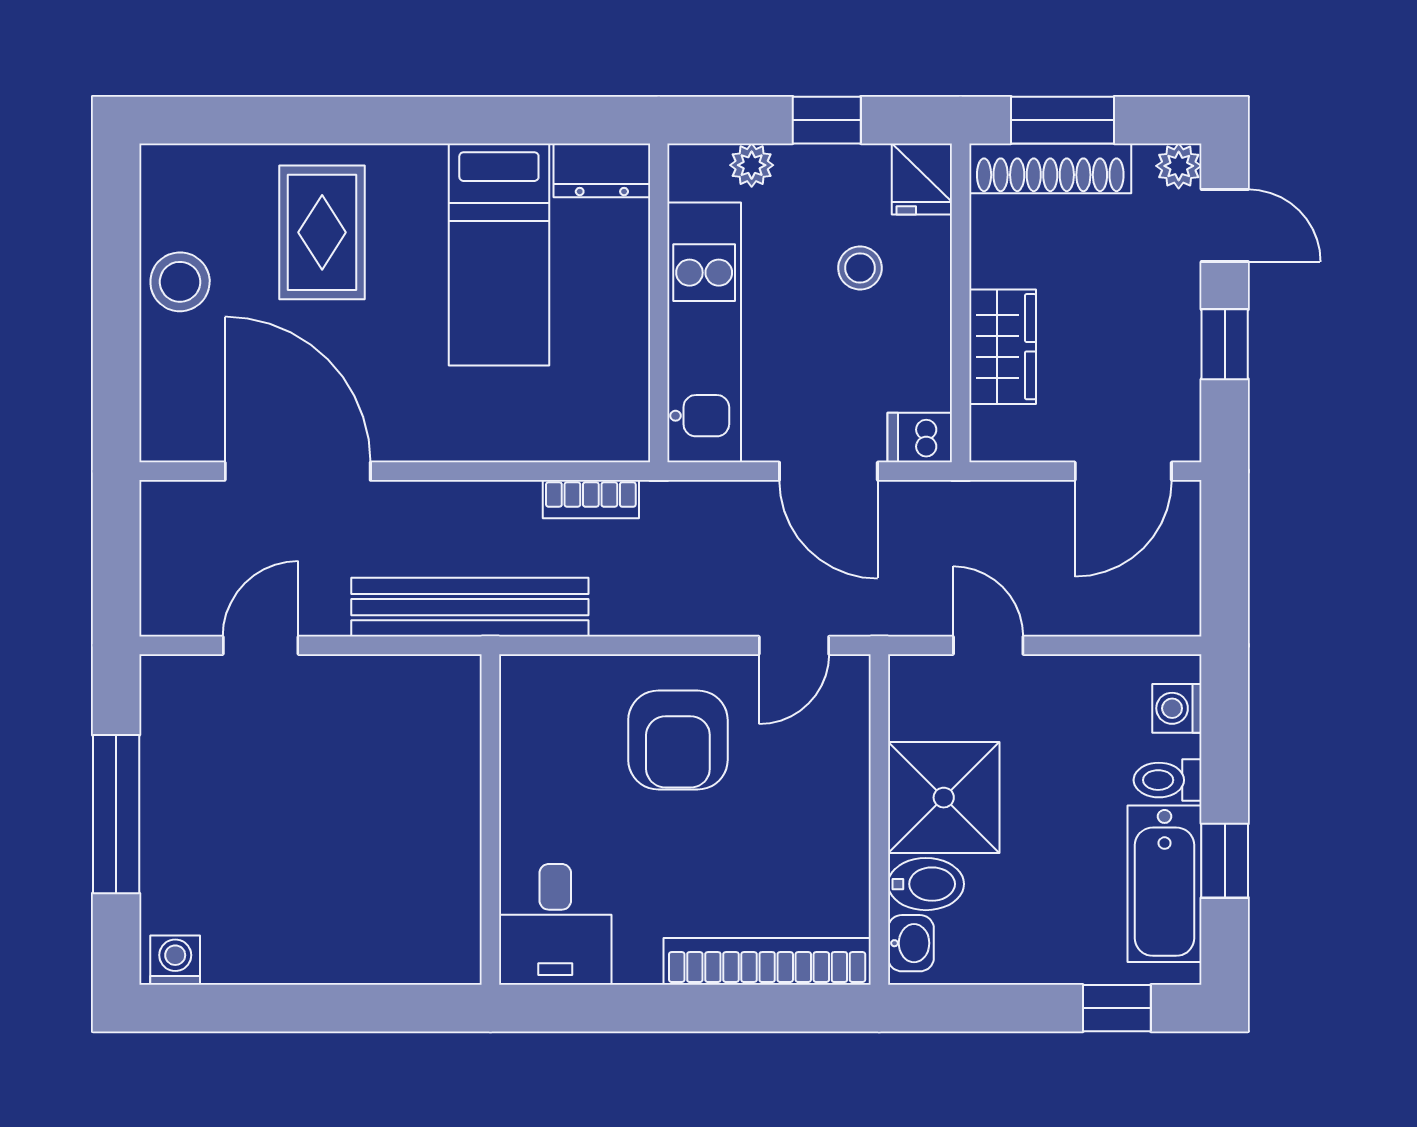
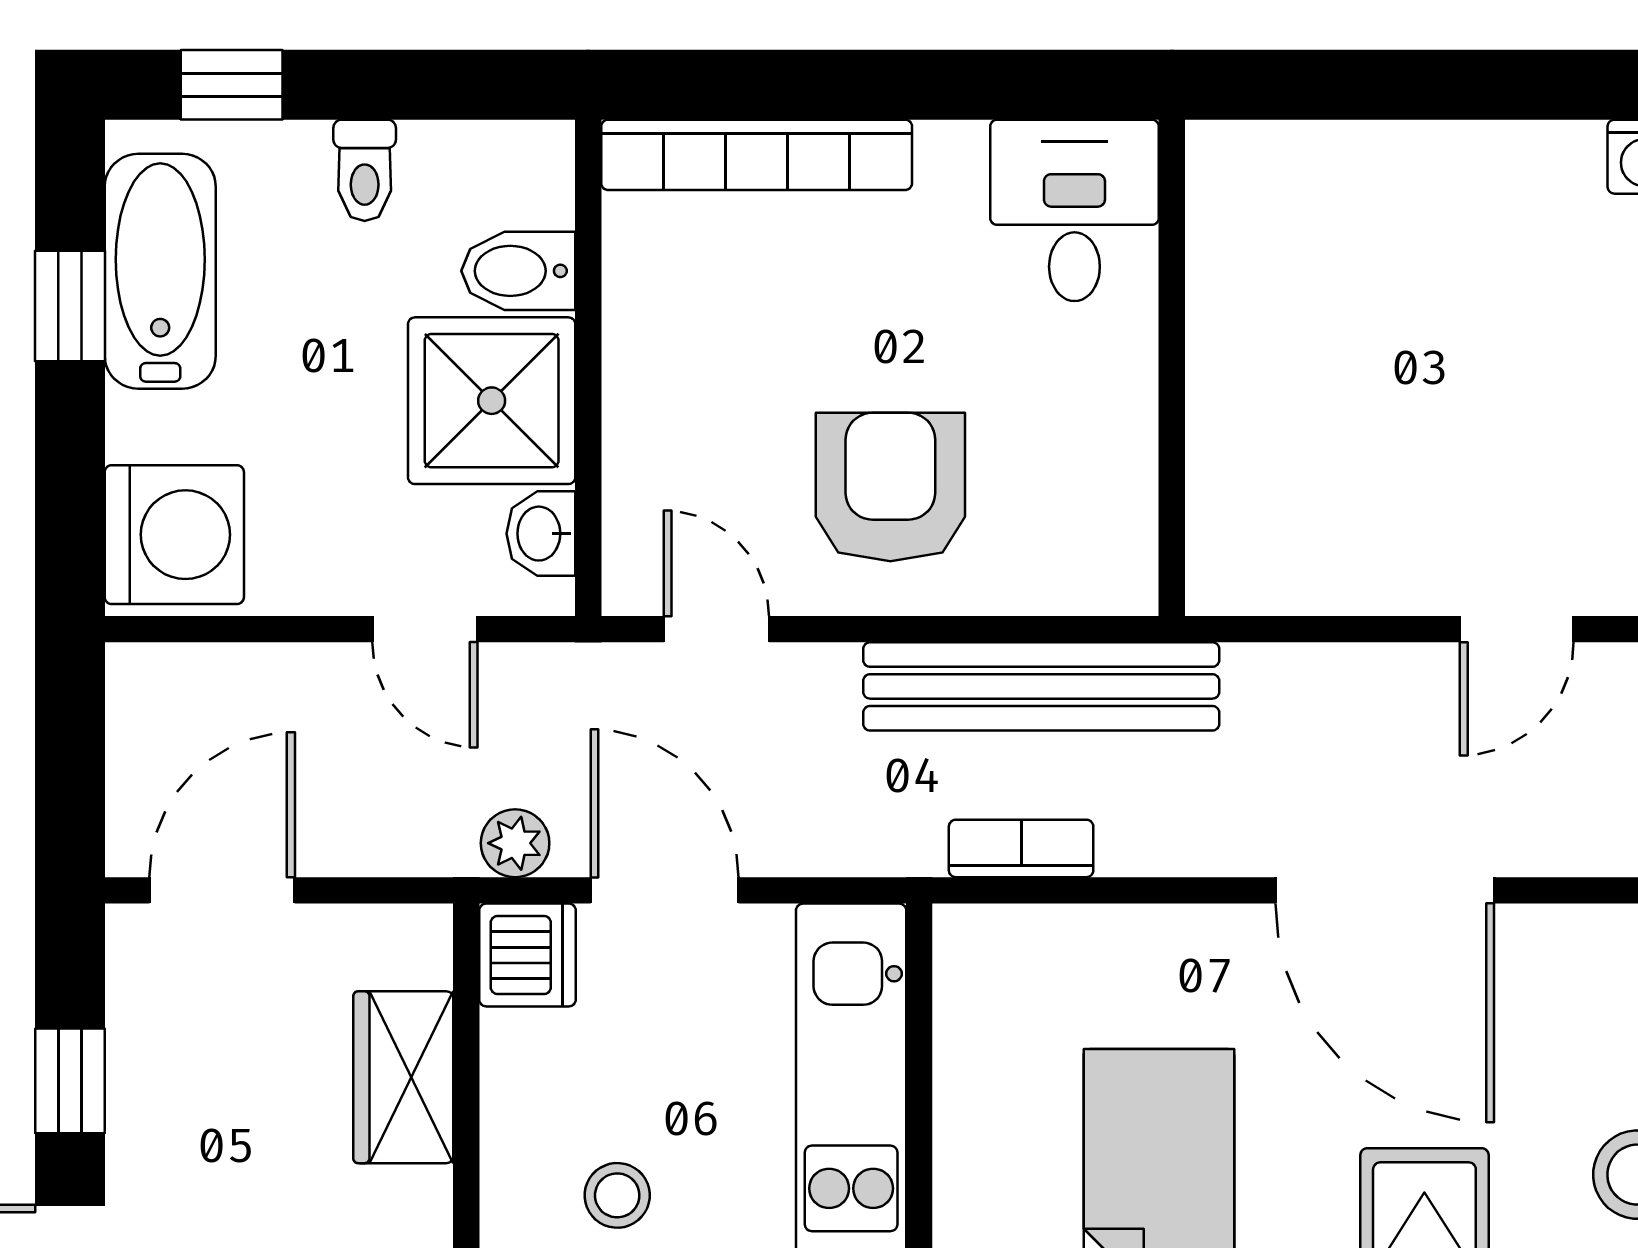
dishwasher: (920, 438) -> (528, 955), width x1.38
door: (298, 471) -> (1385, 890), moved
plant: (928, 503) -> (515, 843), added
bench: (470, 607) -> (1041, 686), moved
door: (794, 645) -> (716, 629), hinge flipped
washing machine: (1177, 708) -> (174, 535), width x1.89, depth x1.89
toilet: (1168, 780) -> (365, 170), moved, turned 90
washbasin: (911, 943) -> (541, 534), moved

